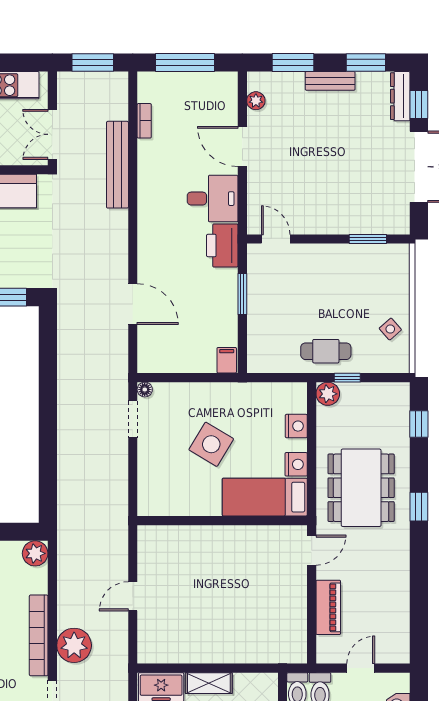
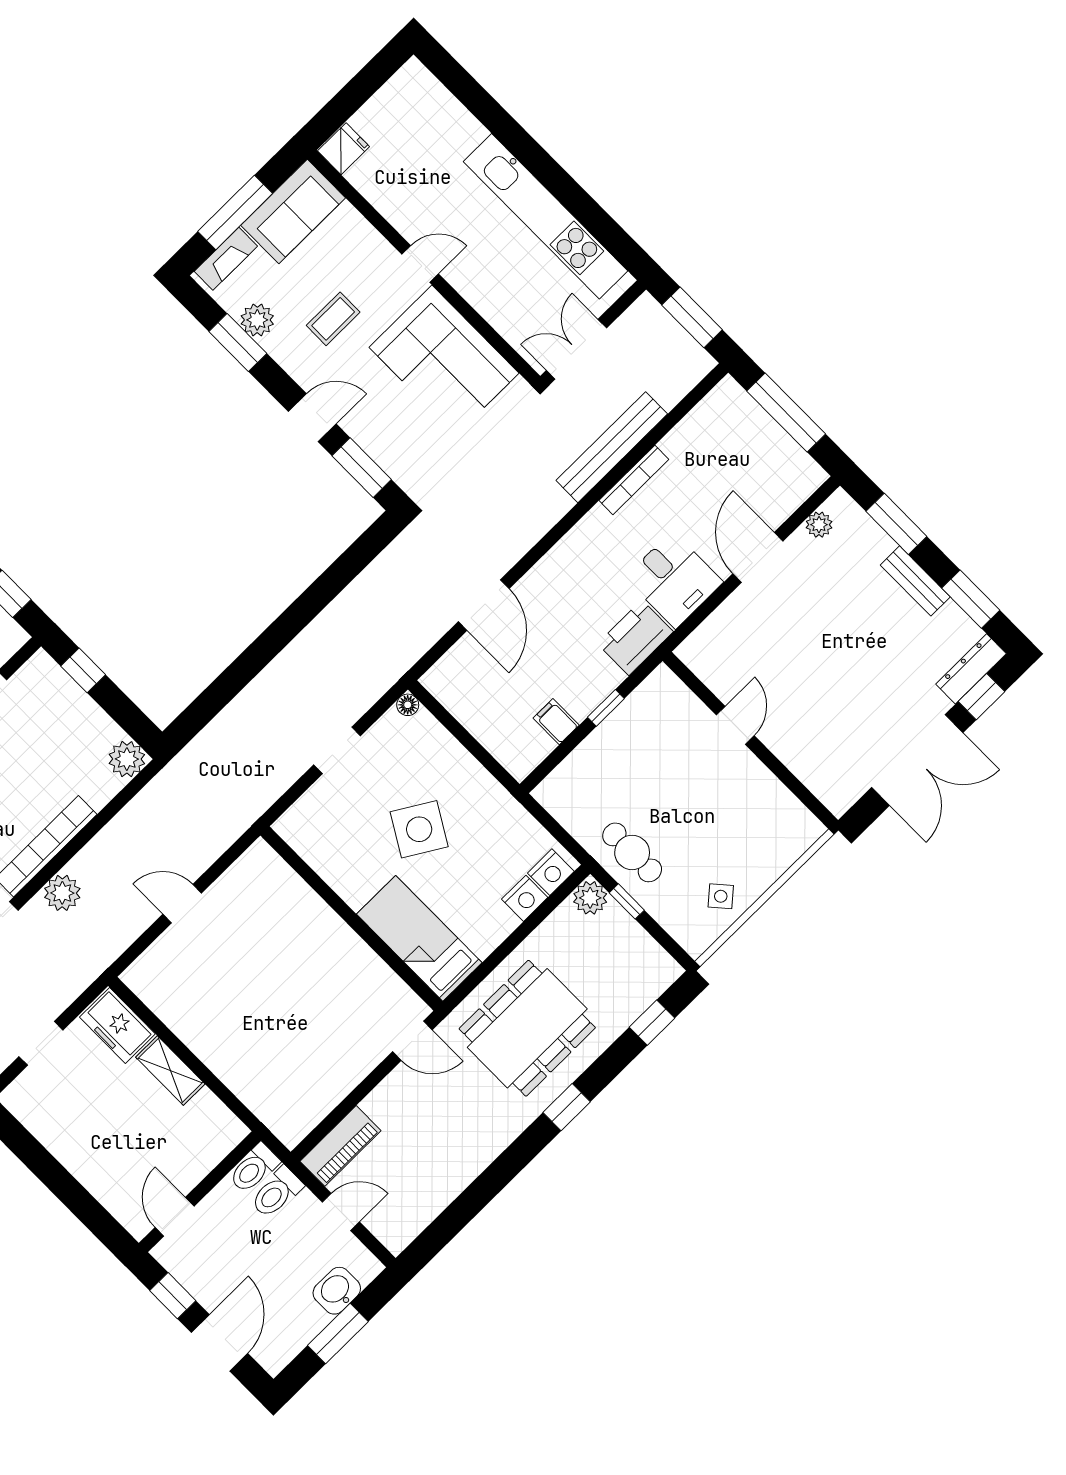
bookcase: (144, 121) -> (634, 480), moved, width x1.56
door: (276, 239) -> (735, 725), moved
window: (368, 239) -> (791, 781), removed
window: (242, 294) -> (606, 708), width x0.67
filing cabinet: (227, 360) -> (556, 722), moved, turned -90
doorway: (133, 419) -> (337, 750), moved
nightstand: (296, 464) -> (551, 872), moved
piano: (328, 607) -> (341, 1146), moved
plant: (74, 645) -> (62, 893), width x0.73, depth x0.73

